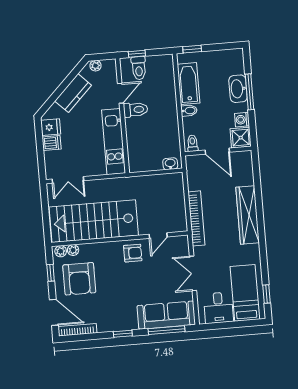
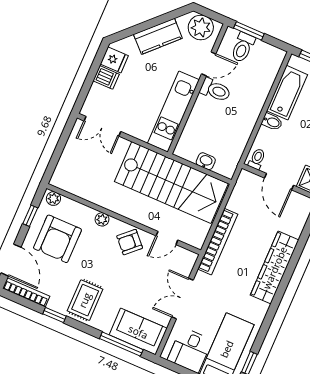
window: (137, 54) -> (249, 31), width x1.50
plant: (95, 66) -> (201, 27), width x1.87, depth x1.87
washbasin: (170, 164) -> (206, 161), moved
stairs: (94, 221) -> (171, 182), moved, turned 180
plant: (73, 250) -> (102, 219), moved
armchair: (133, 253) -> (130, 242), turned 137
rug: (123, 312) -> (85, 300), added
sofa: (166, 315) -> (138, 332), width x0.73
window: (123, 334) -> (54, 315), moved

